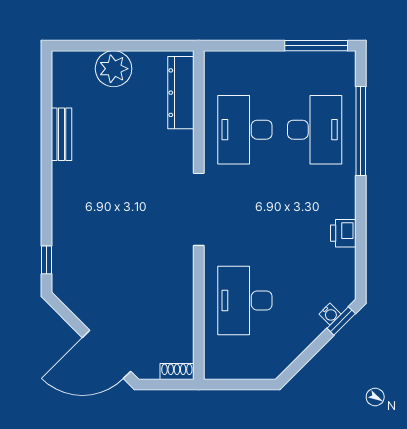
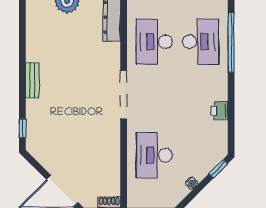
bench: (61, 134) -> (32, 80), moved
water cooler: (330, 314) -> (192, 183), moved

